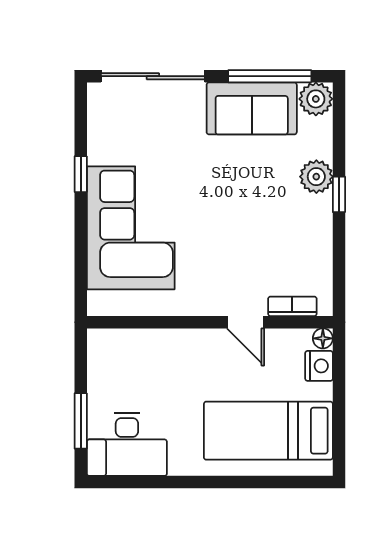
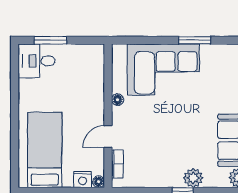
window: (81, 174) -> (195, 40), width x1.50
floor lamp: (183, 306) -> (118, 100), added
desk: (127, 444) -> (37, 61), width x0.73

